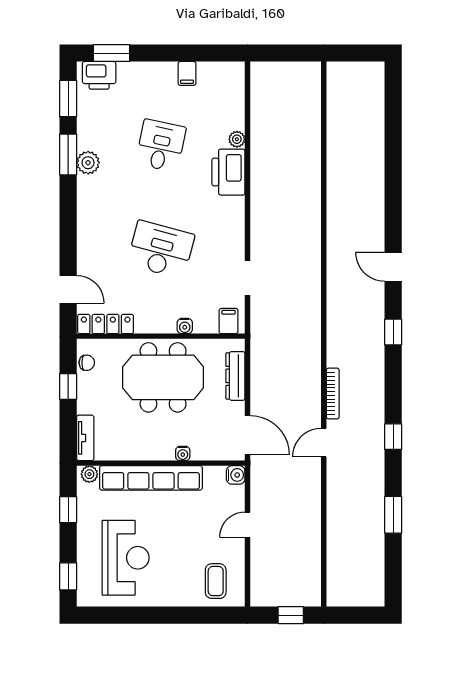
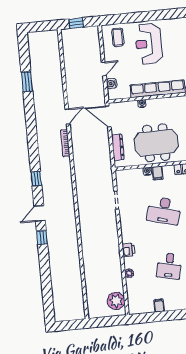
plant: (266, 90) -> (116, 301), added
printer: (228, 172) -> (129, 250), width x0.53, depth x0.68
door: (393, 267) -> (40, 213), swing flipped
filing cabinet: (229, 321) -> (157, 173), moved
window: (393, 437) -> (42, 237), moved
water cooler: (236, 475) -> (112, 84), moved
reception desk: (126, 558) -> (149, 44), moved

